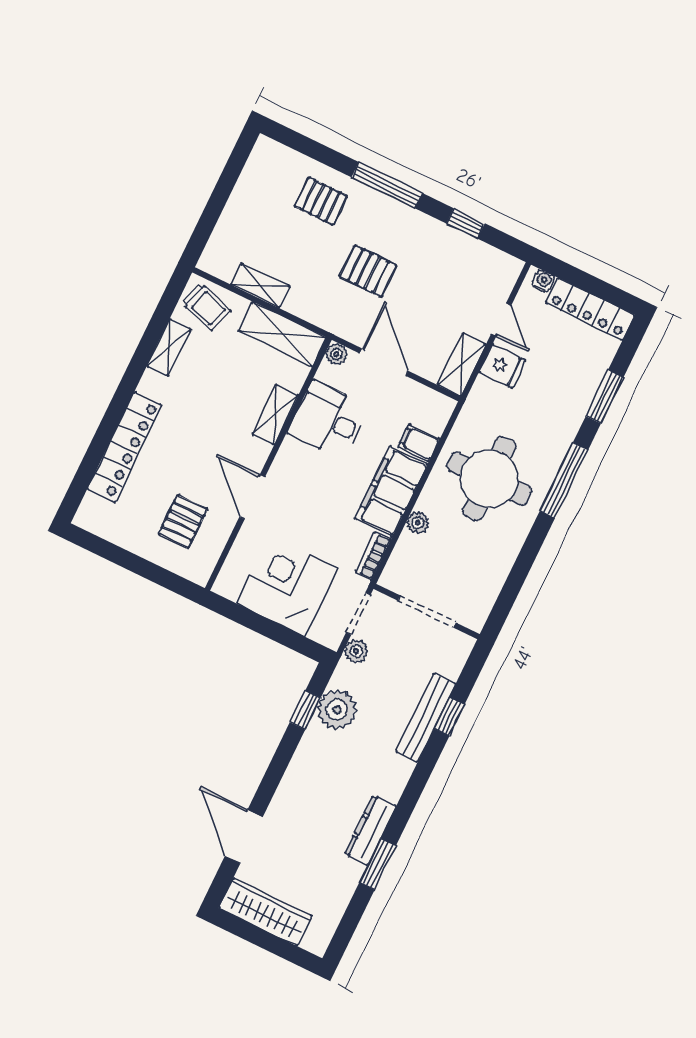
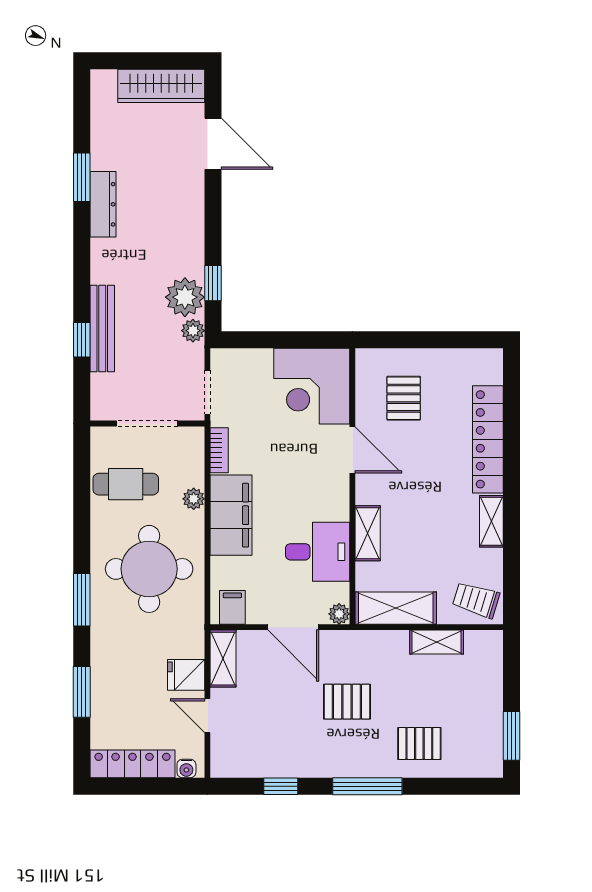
window: (234, 167) -> (511, 736), added
shelving: (169, 348) -> (491, 521), moved
filing cabinet: (419, 443) -> (232, 607), moved, turned -90
window: (564, 480) -> (82, 600), width x0.69
cafe table: (473, 566) -> (126, 484), added
corner desk: (287, 586) -> (312, 386), moved, turned 90
plant: (356, 651) -> (193, 331), moved

